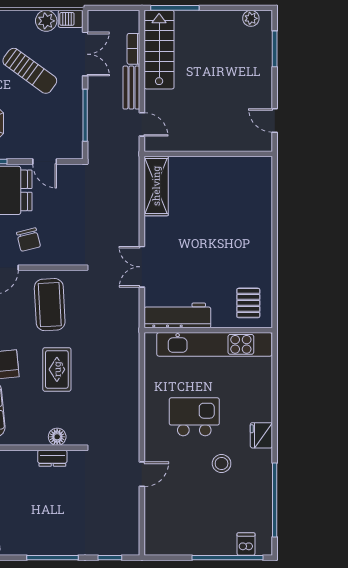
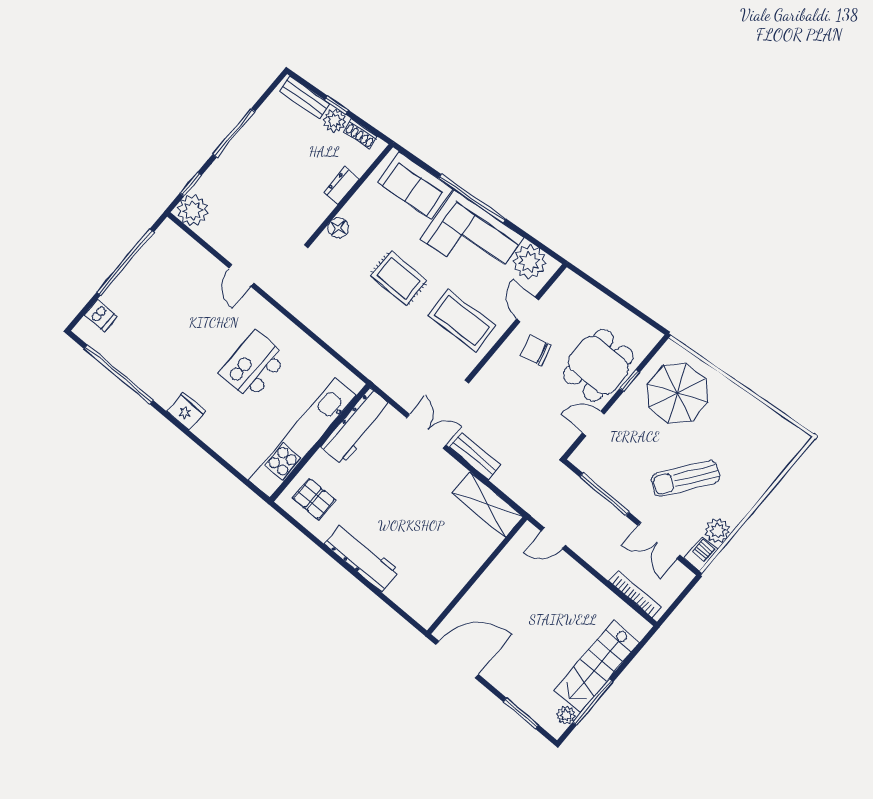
window: (175, 8) -> (593, 702), moved
bookcase: (133, 49) -> (635, 594), width x1.56
stairs: (159, 50) -> (597, 666), moved, turned 90
bench: (131, 88) -> (475, 456), moved
door: (275, 120) -> (457, 660), width x1.87
workbench: (260, 239) -> (362, 557), added
kitchen island: (194, 417) -> (253, 365), turned 180
dresser: (52, 458) -> (341, 186), moved
stool: (222, 464) -> (191, 354), removed
plant: (126, 542) -> (193, 210), added
window: (227, 558) -> (125, 262), moved

